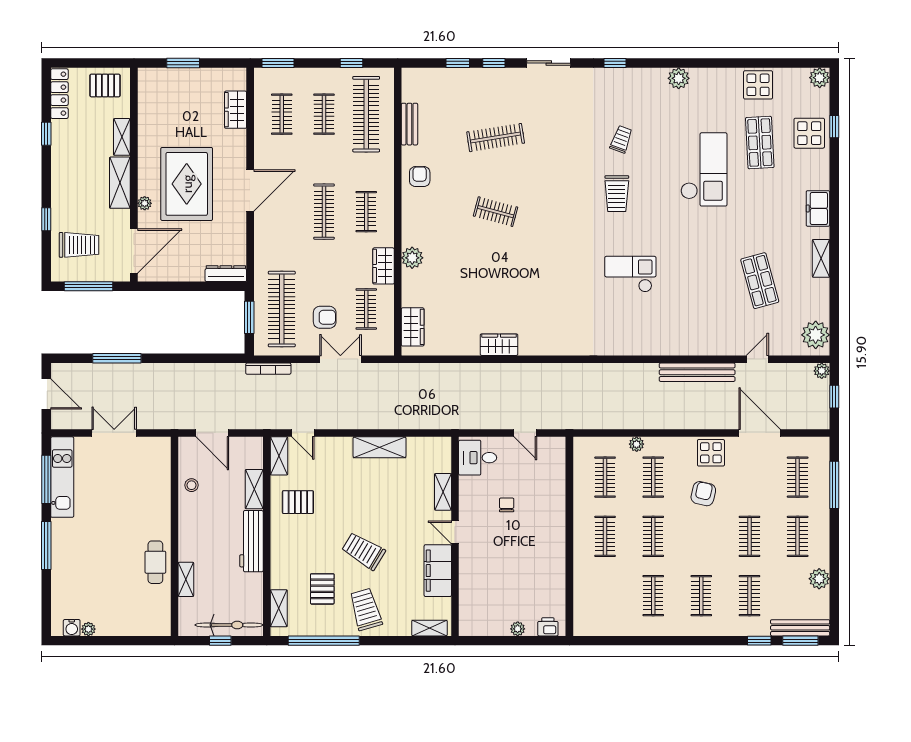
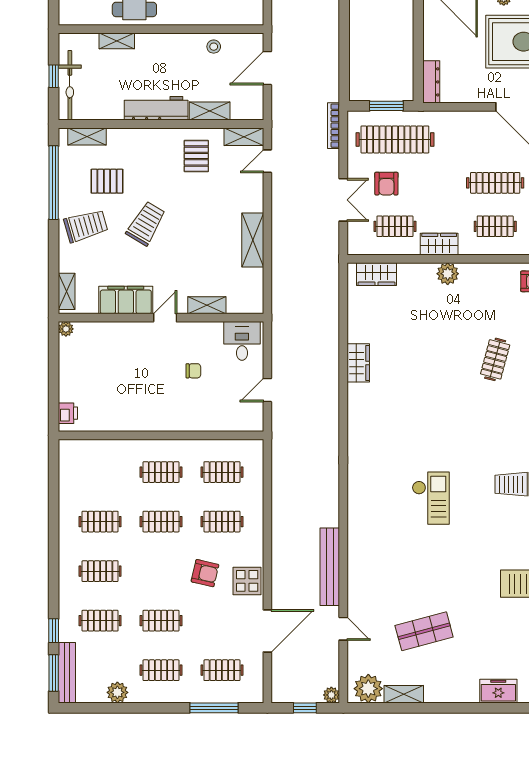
shelving: (821, 258) -> (404, 694), moved
plant: (637, 444) -> (256, 504), removed
plant: (518, 629) -> (66, 329), moved

